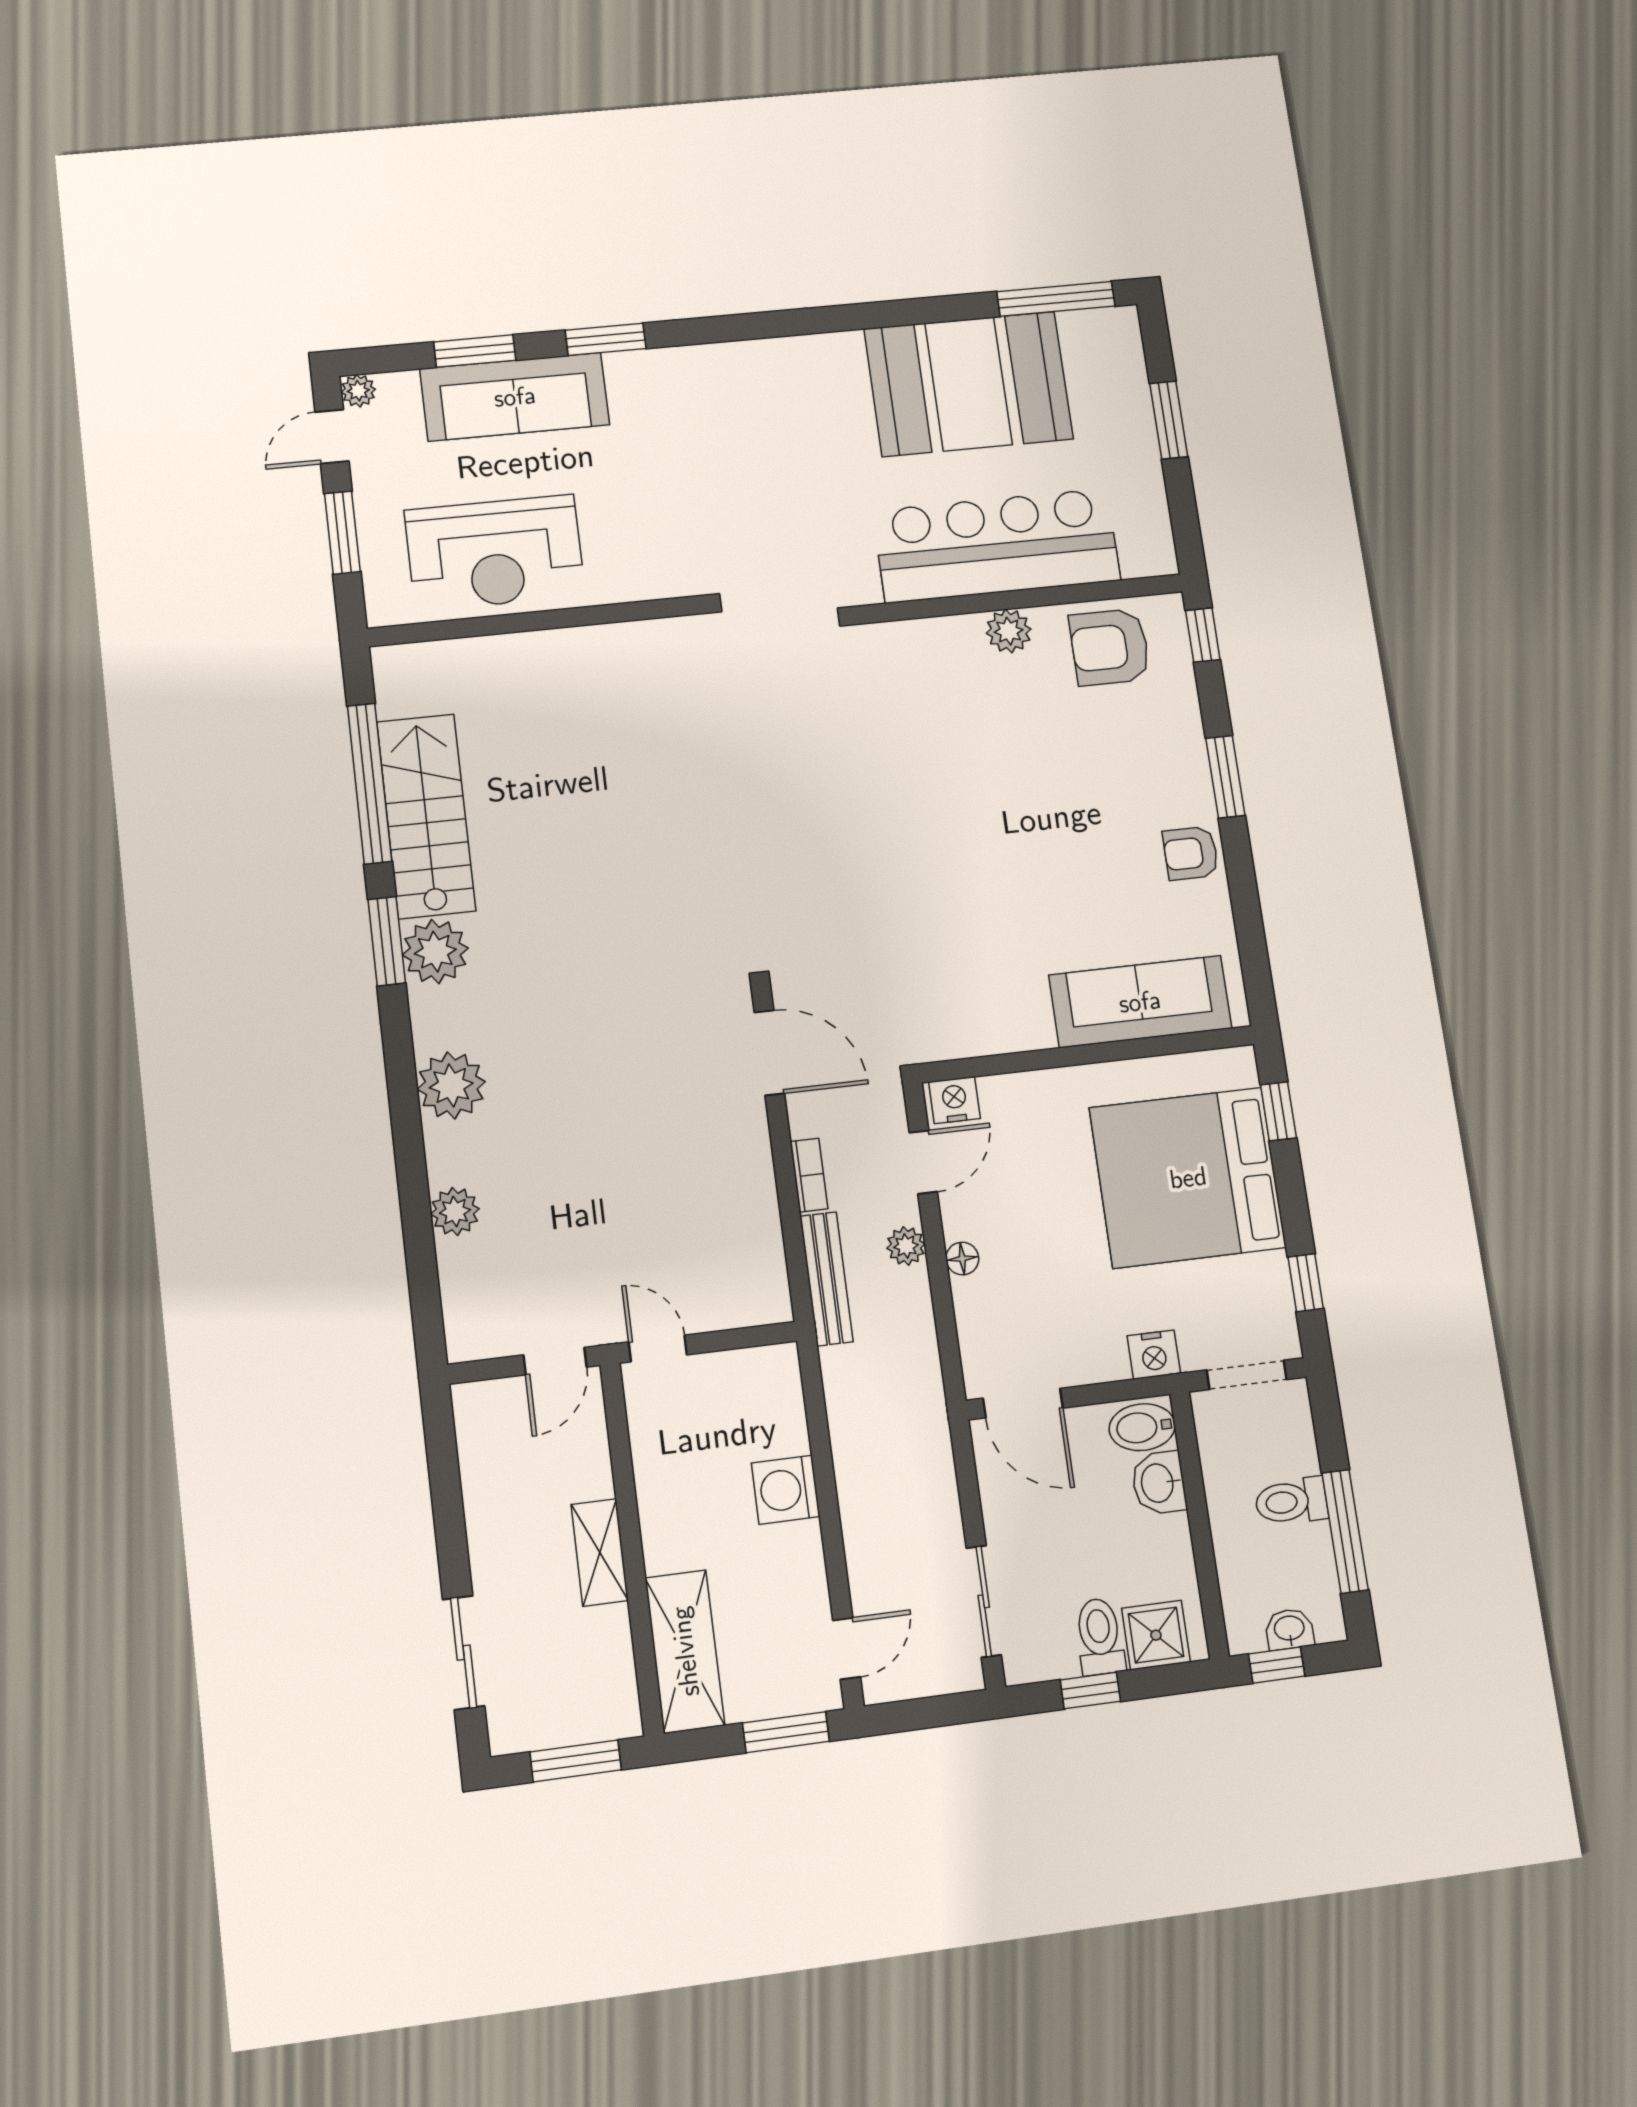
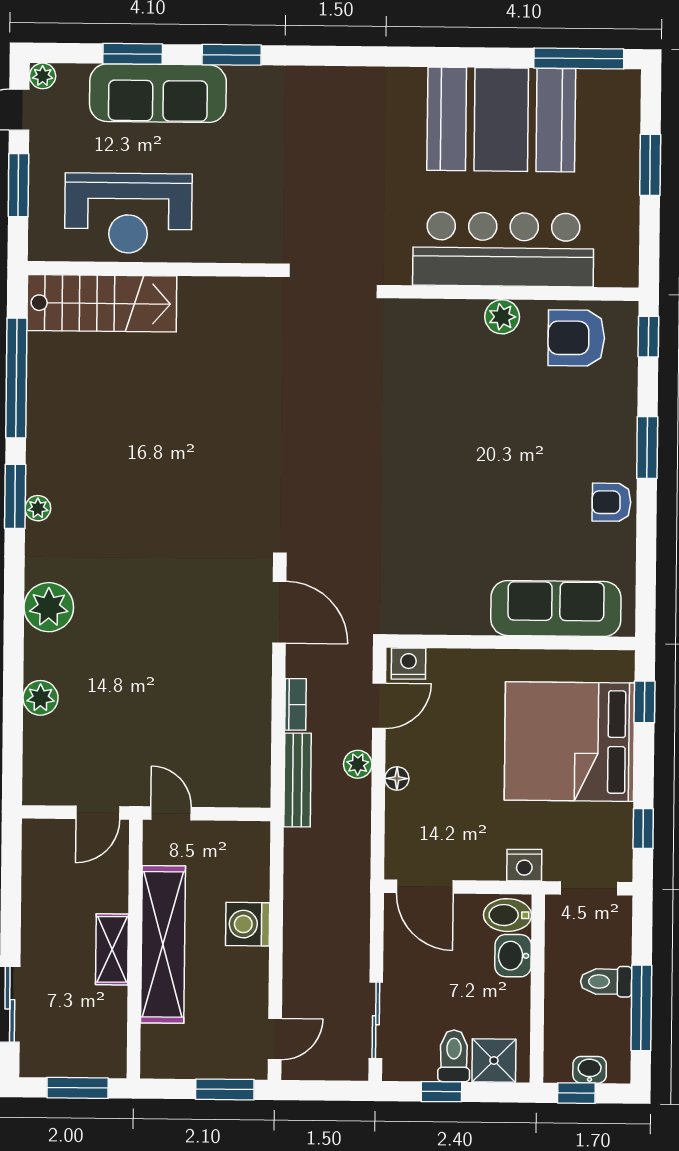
stairs: (426, 816) -> (102, 303), moved, turned 90
plant: (435, 952) -> (38, 508), width x0.53, depth x0.53
shelving: (685, 1651) -> (163, 944), moved, width x1.47

